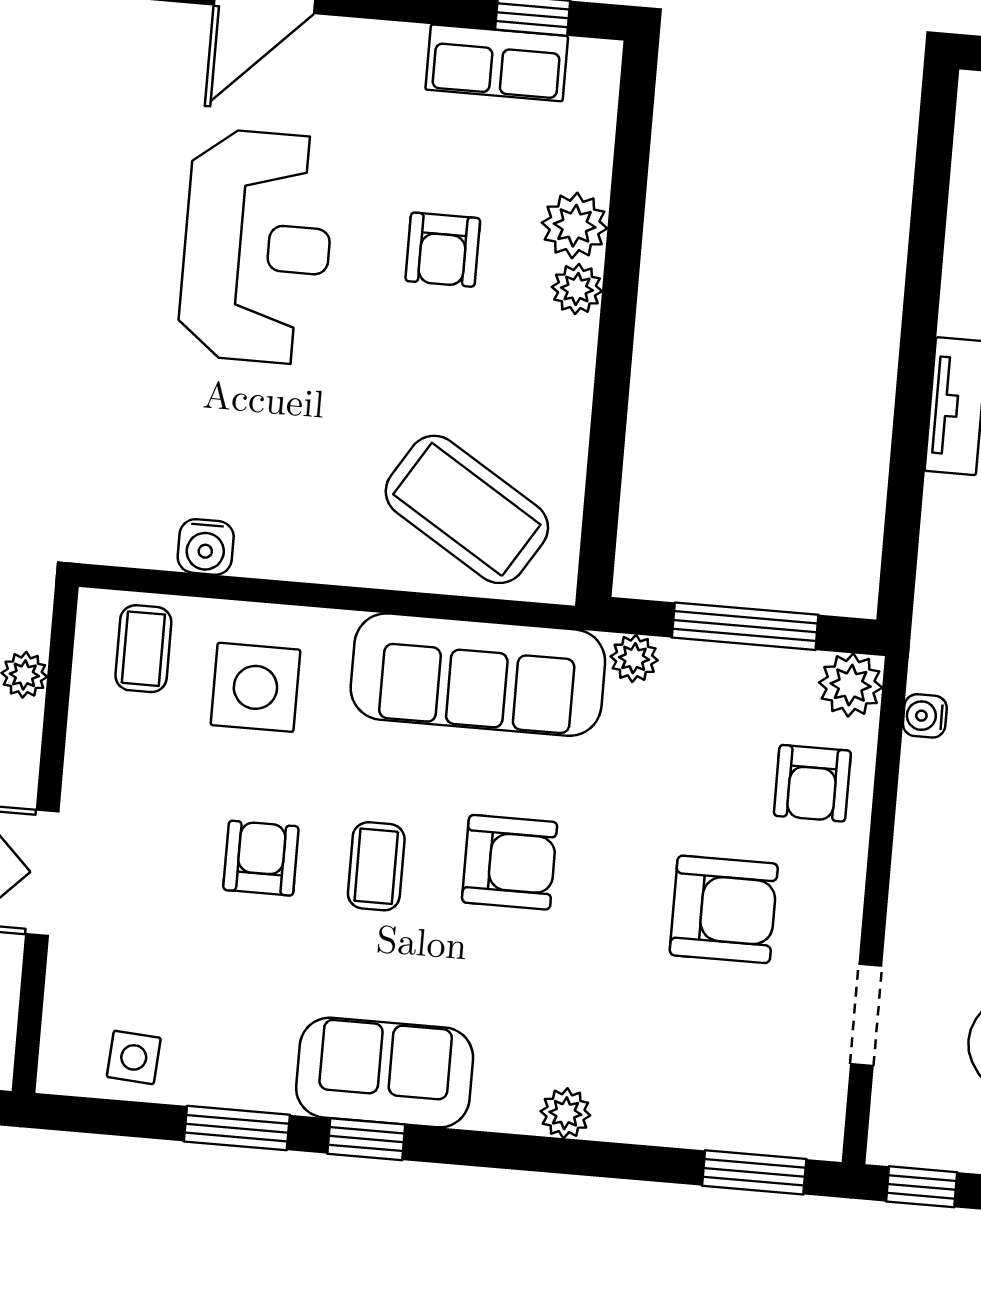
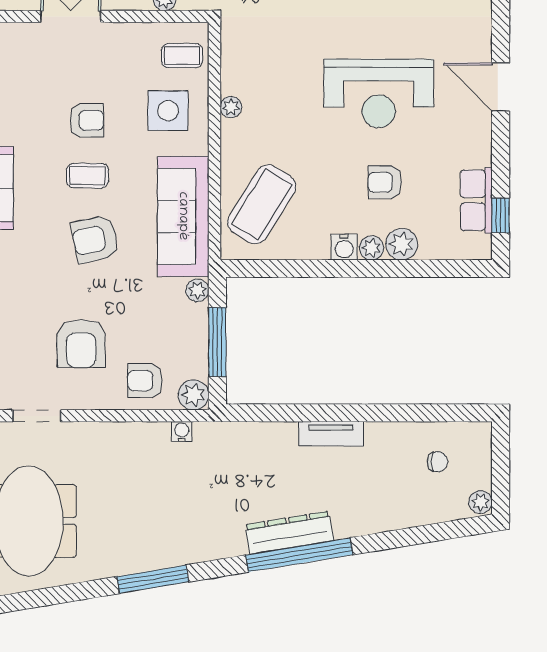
water cooler: (206, 547) -> (344, 247), moved, turned -90
plant: (259, 556) -> (231, 107), added
armchair: (510, 862) -> (95, 239), turned 78

